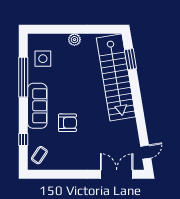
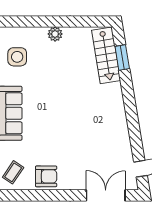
stairs: (116, 77) -> (106, 55), width x0.54, depth x0.66
armchair: (67, 123) -> (46, 176), moved

